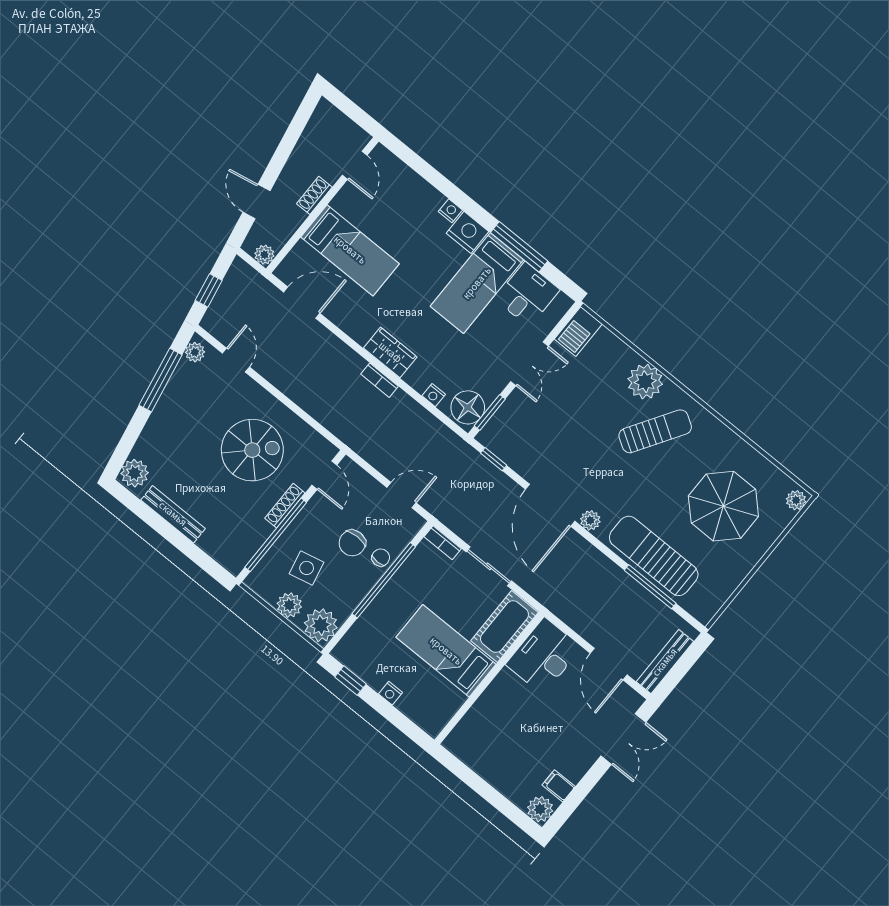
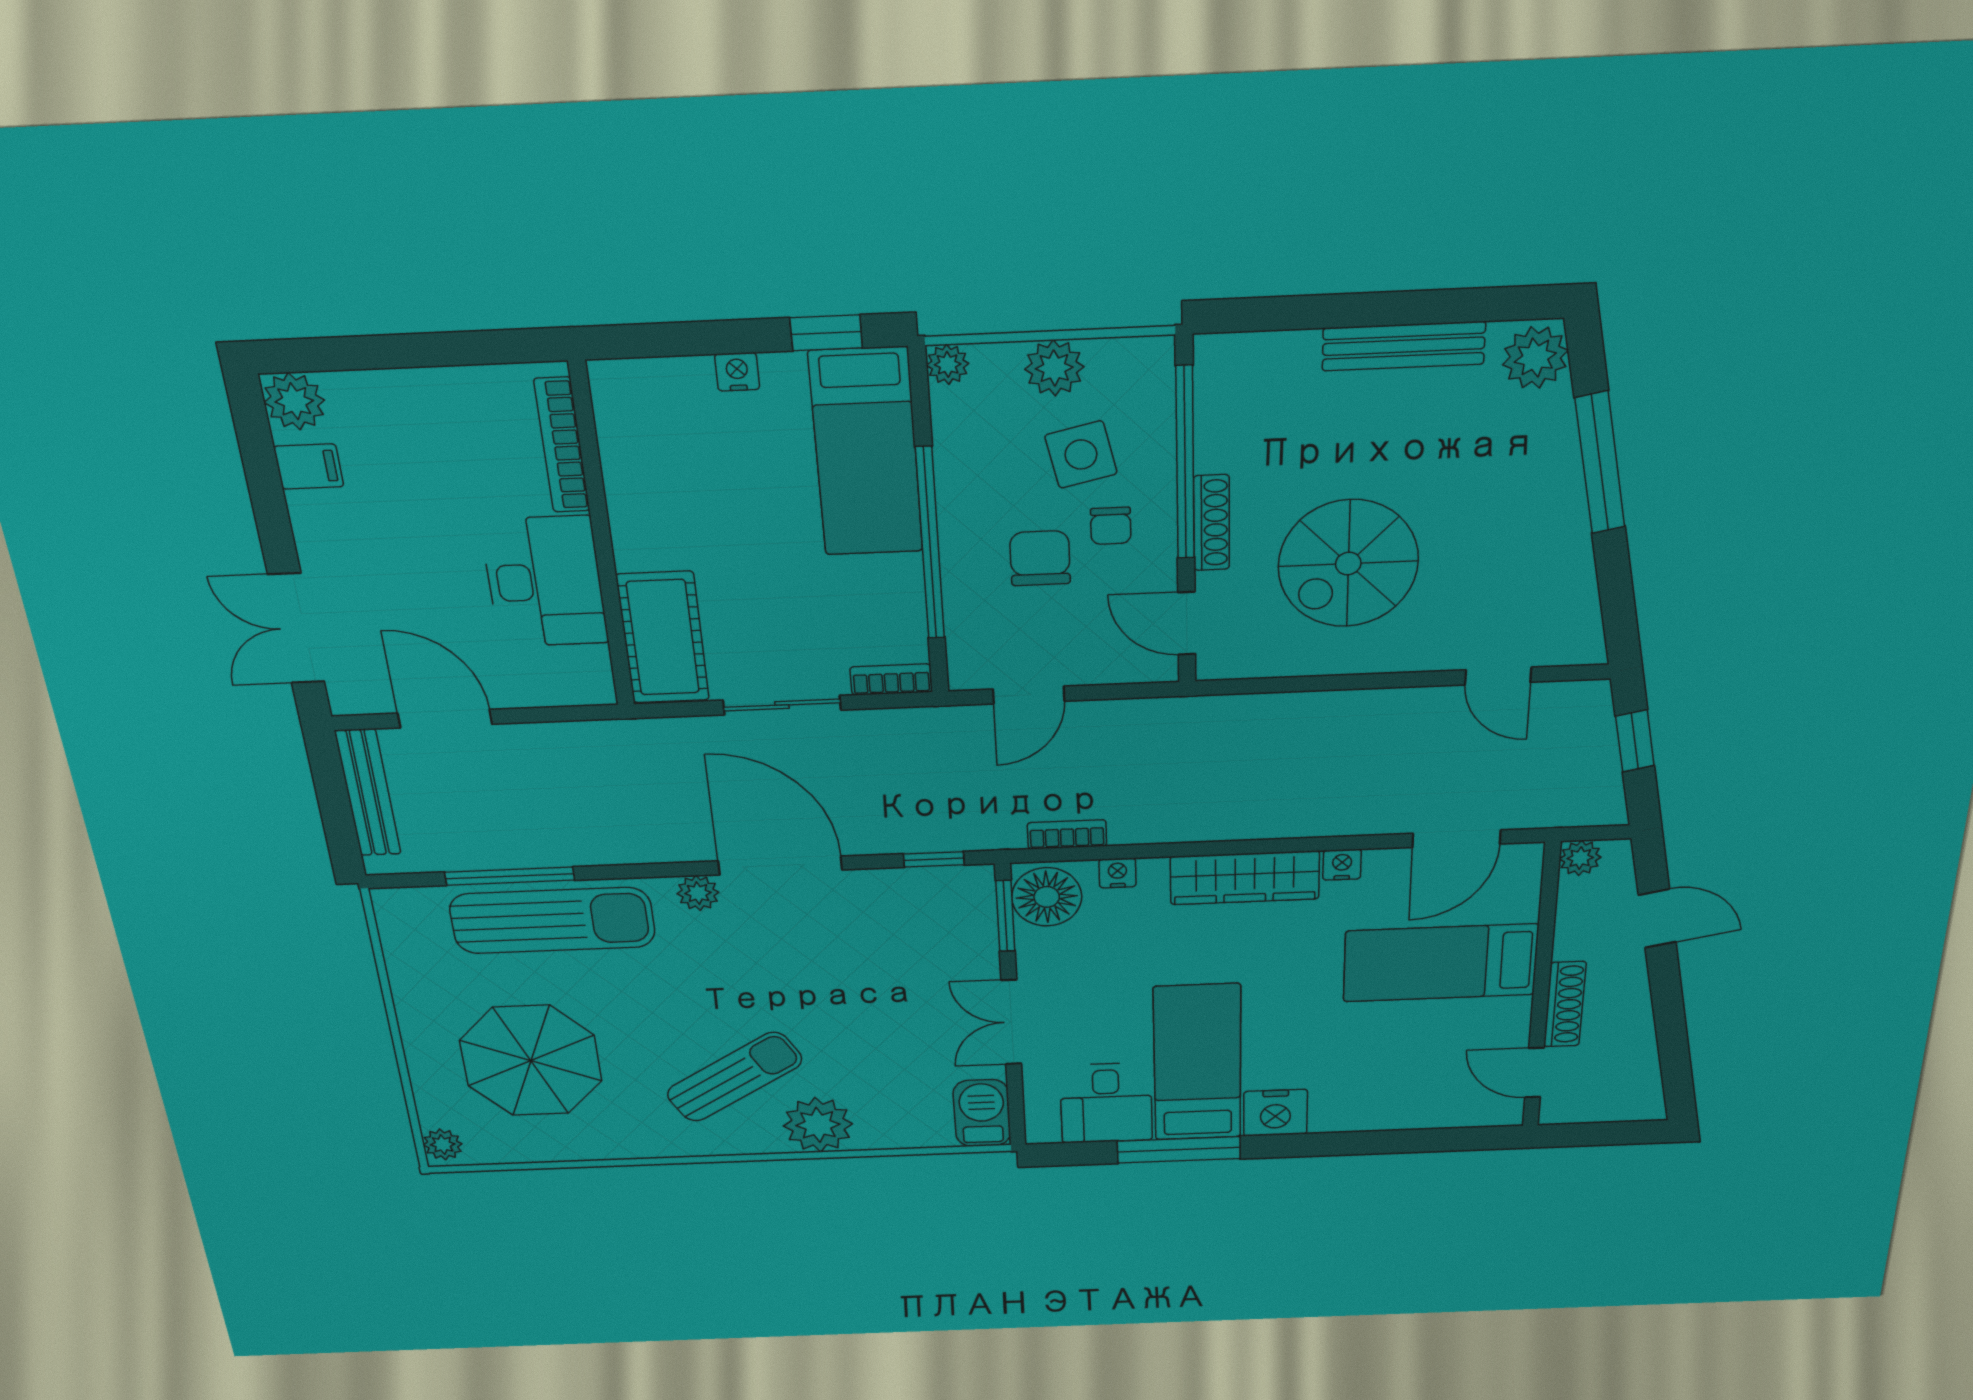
shoe rack: (314, 195) -> (1565, 1004), width x1.43
nightstand: (450, 211) -> (1342, 865), moved, turned 180
plant: (195, 352) -> (1583, 634), removed
wardrobe: (390, 352) -> (1245, 878), width x1.50
window: (161, 380) -> (1600, 463), moved
bookcase: (380, 380) -> (1067, 834), moved
sun lounger: (655, 431) -> (734, 1077), turned -153
chair: (381, 558) -> (1111, 526), moved
plant: (321, 625) -> (948, 364), width x0.53, depth x0.53
bed: (446, 651) -> (866, 453), moved, turned 90
desk: (544, 656) -> (545, 582), moved
bookcase: (470, 720) -> (562, 445), added

